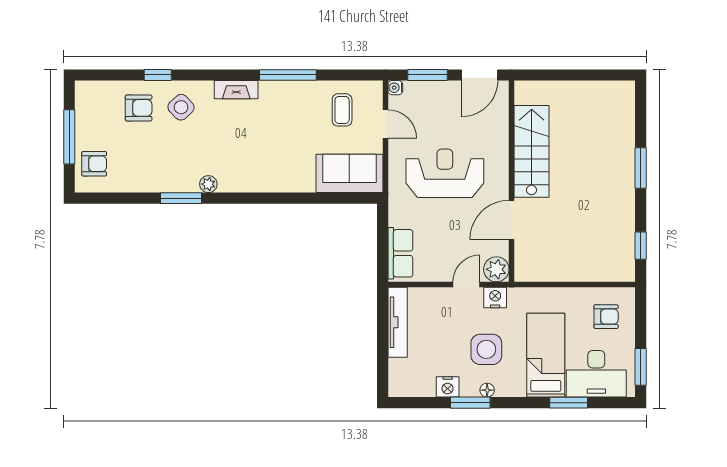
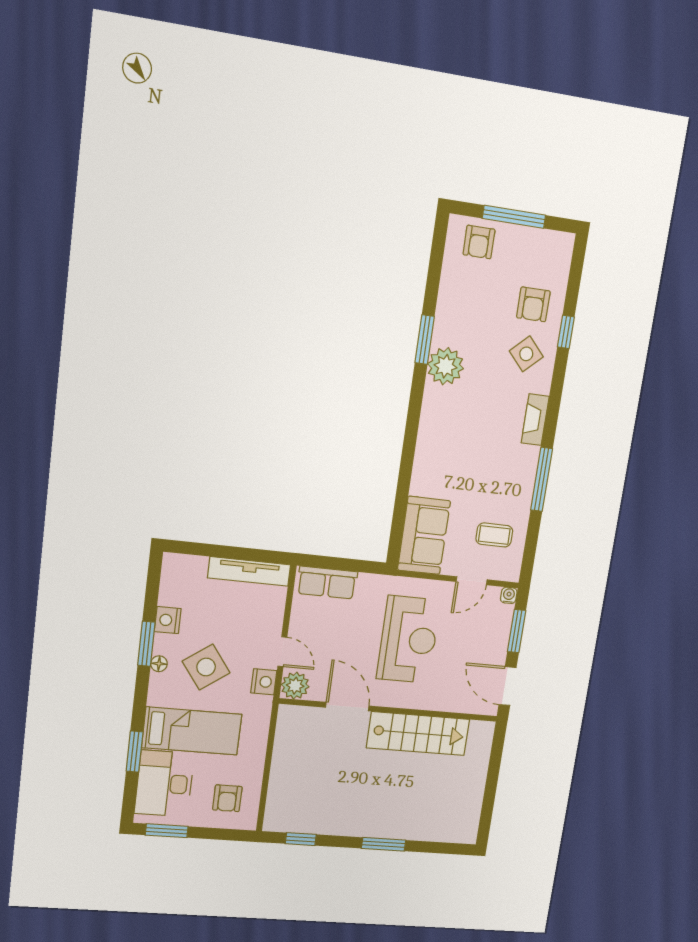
plant: (208, 184) -> (446, 366), width x1.88, depth x1.88
side table: (486, 349) -> (206, 667), turned -36

